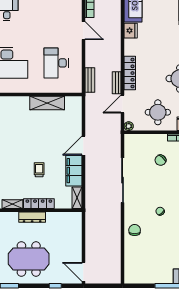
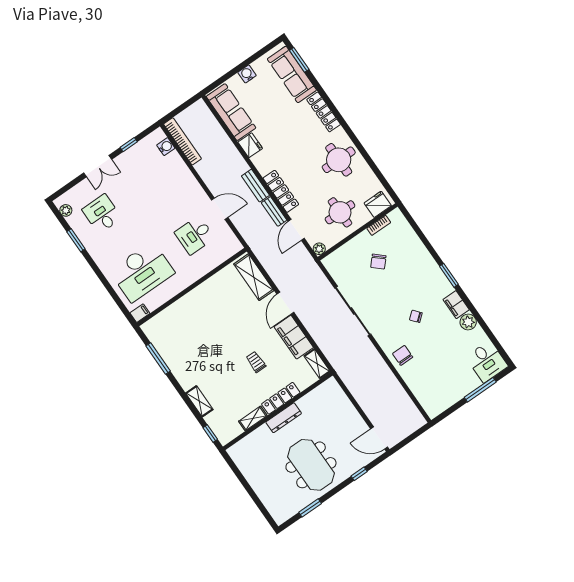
door: (83, 31) -> (220, 209), moved
desk: (56, 63) -> (195, 235), width x0.73
bench: (90, 80) -> (255, 186), moved
shelving: (47, 103) -> (254, 277), moved, turned 90
meeting table: (29, 259) -> (311, 465), turned 90

